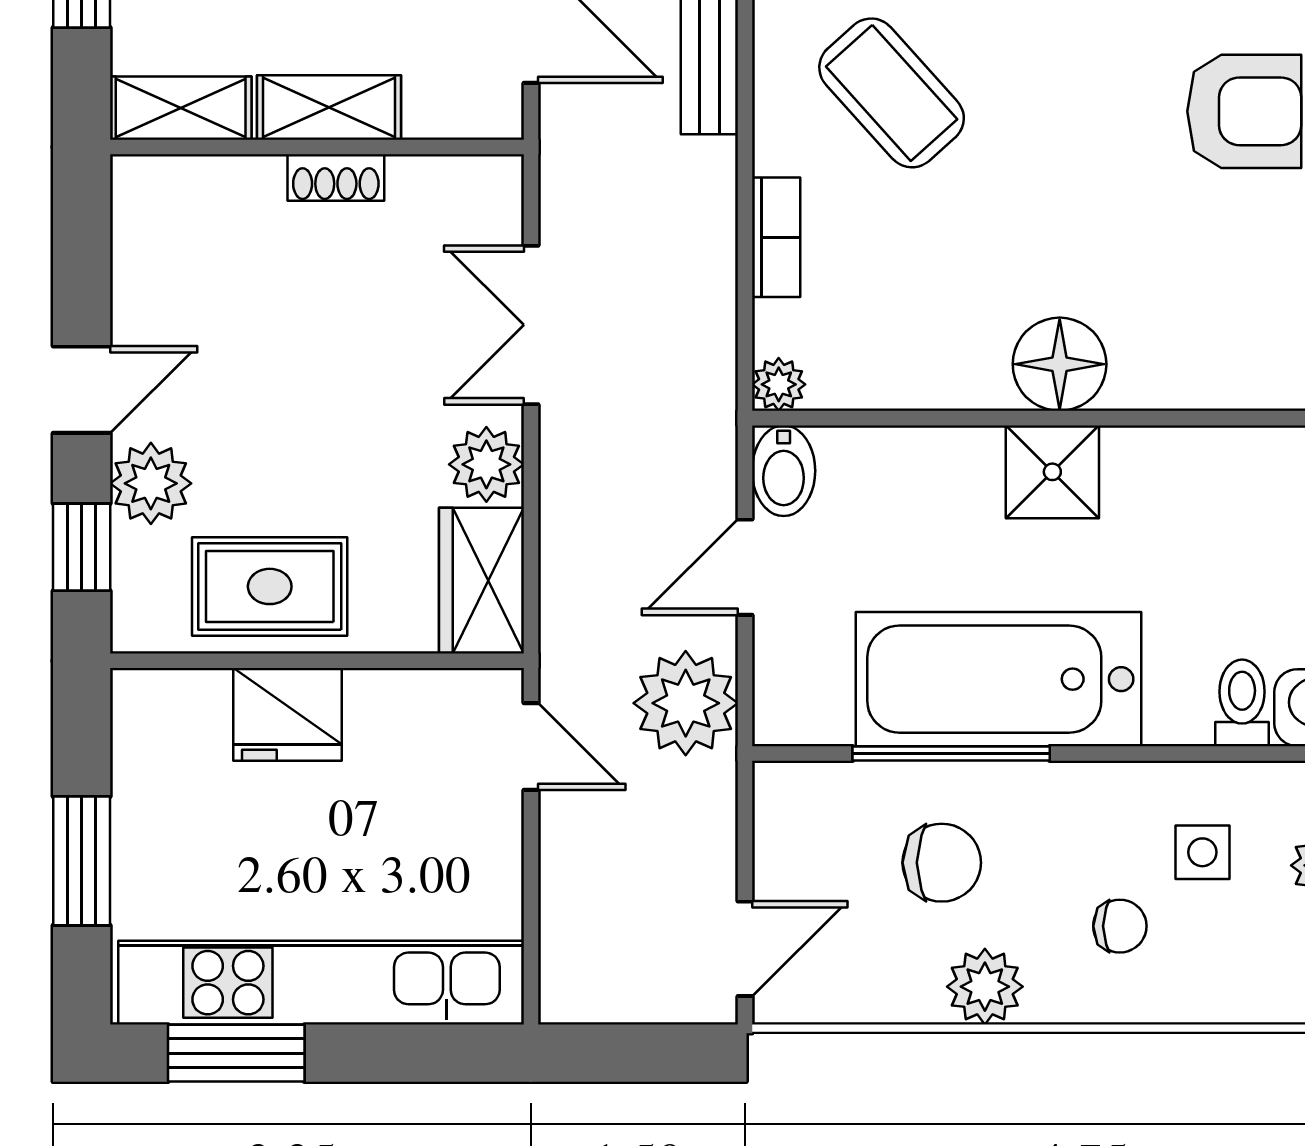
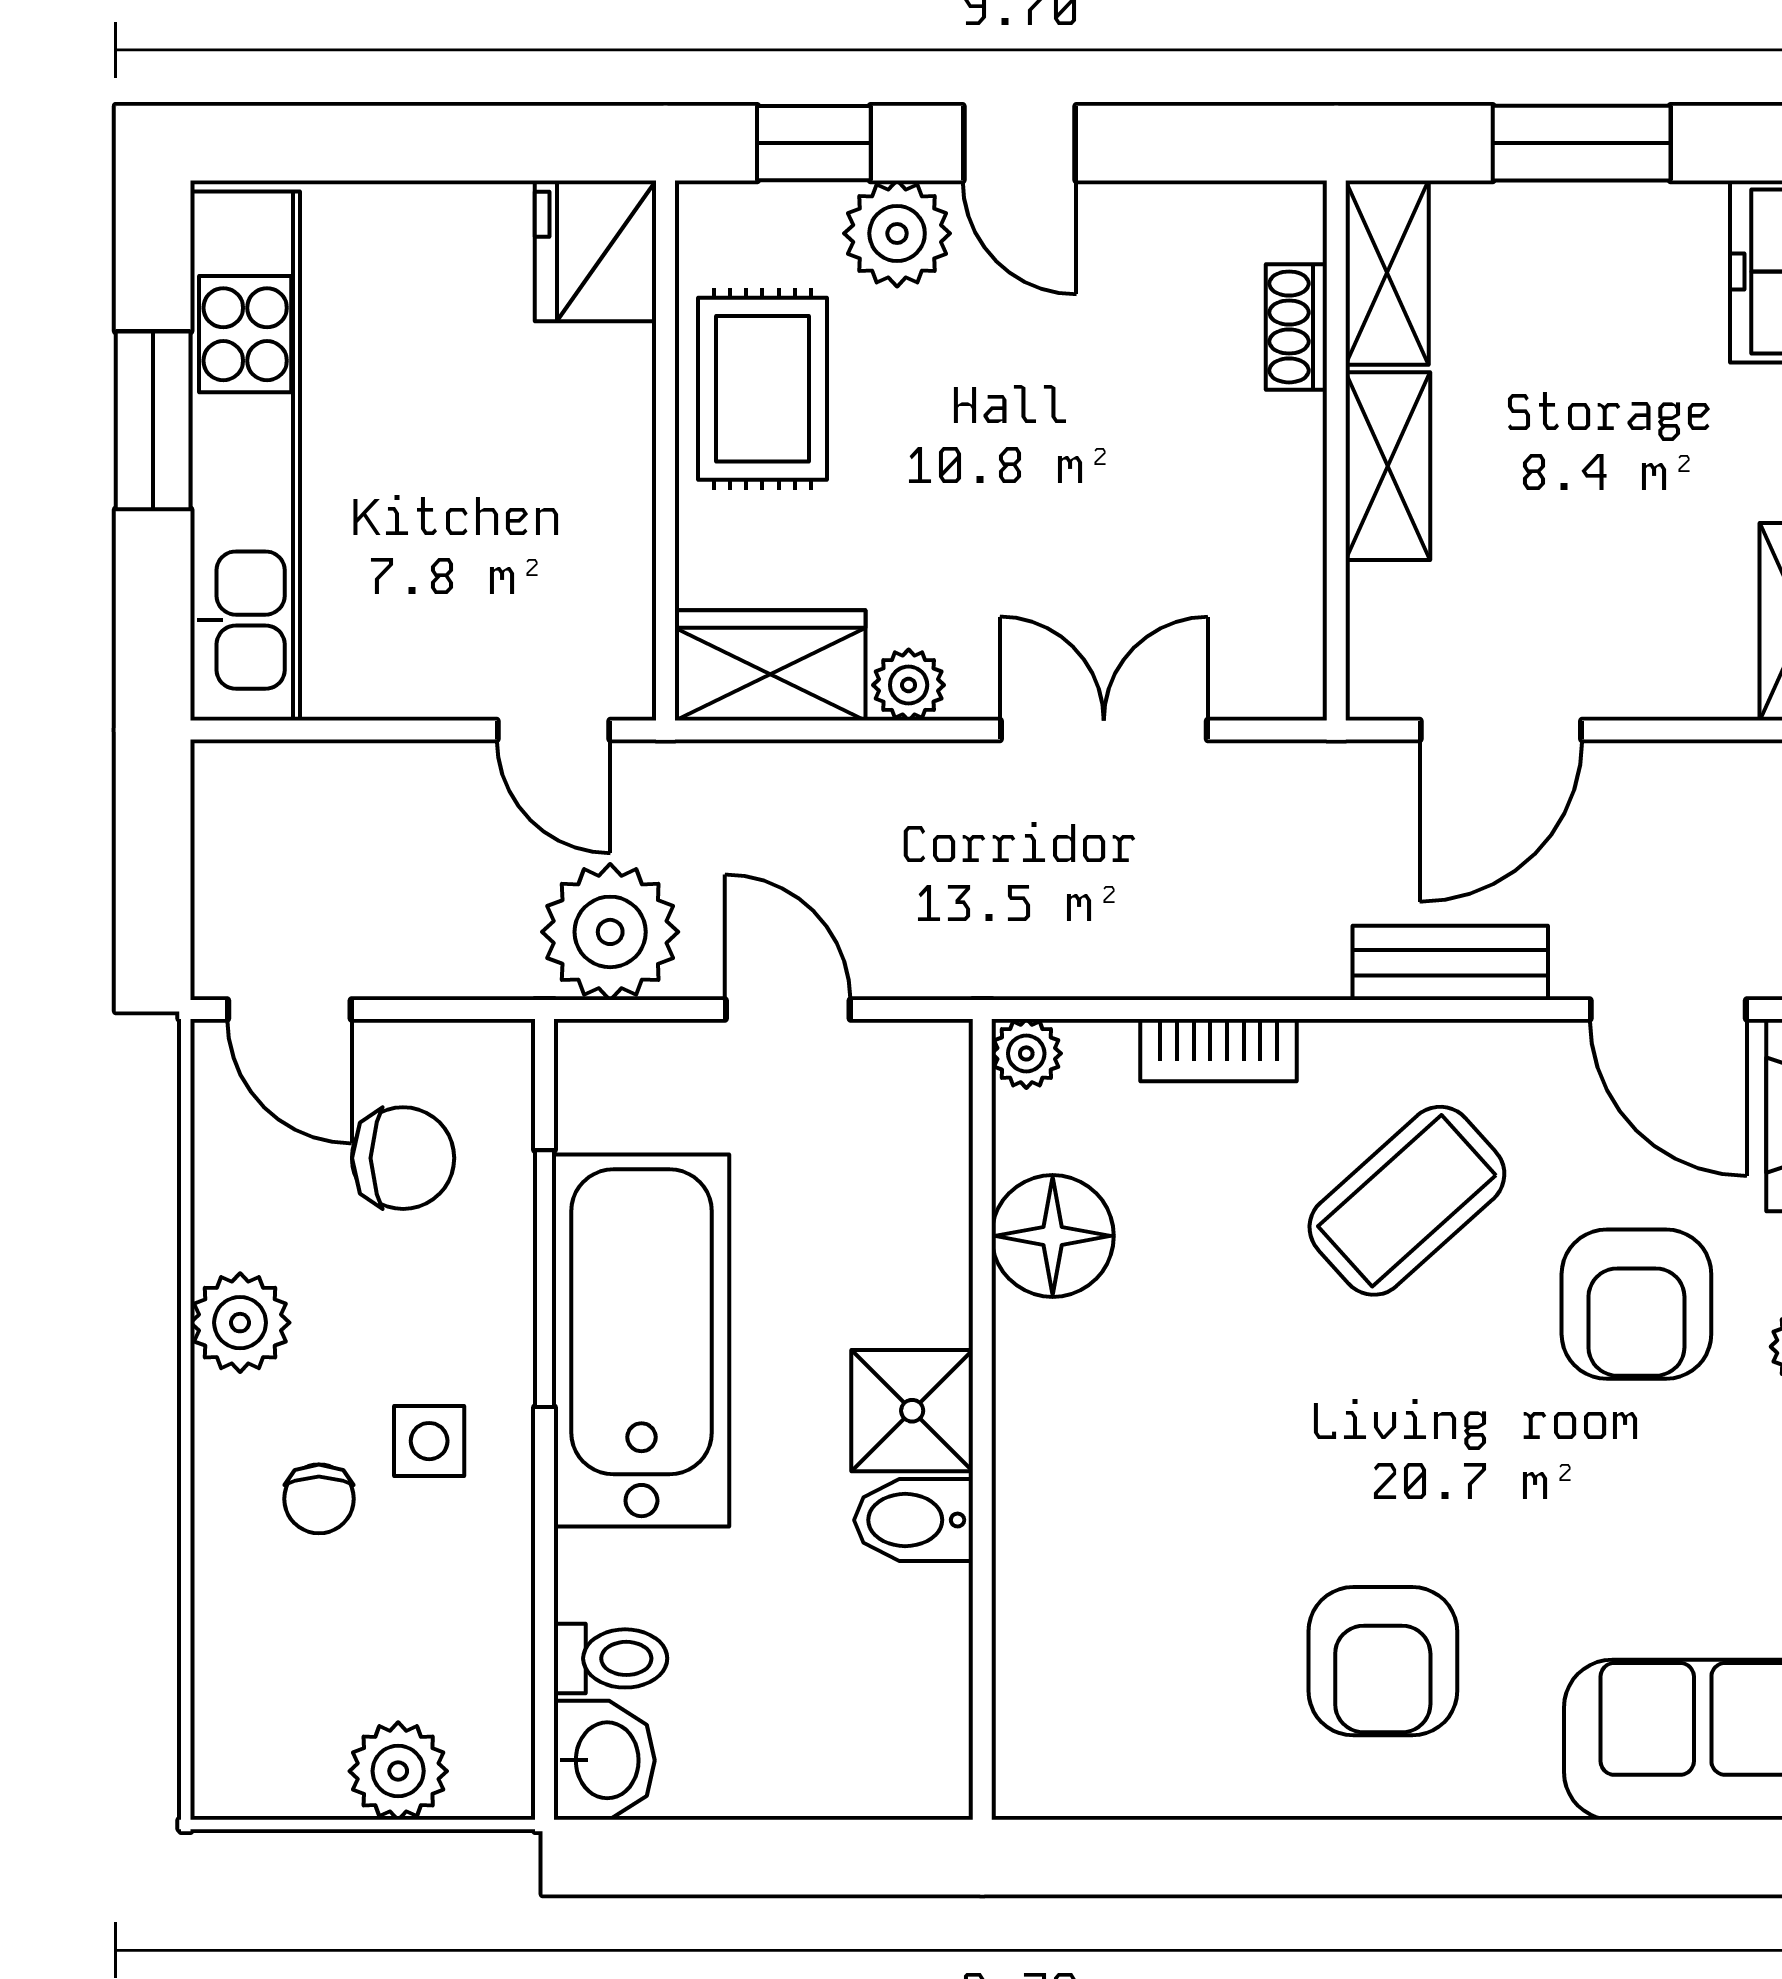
shoe rack: (336, 178) -> (1296, 327), moved
floor lamp: (1060, 364) -> (1053, 1236), moved
plant: (486, 464) -> (909, 685), width x0.73, depth x0.73
bidet: (784, 471) -> (914, 1520), moved
fridge: (287, 714) -> (595, 251), moved
door: (531, 746) -> (554, 730), hinge flipped
side table: (1202, 852) -> (429, 1441), moved
window: (82, 861) -> (404, 143), removed
chair: (942, 863) -> (403, 1158), moved, turned -90
window: (236, 1053) -> (153, 420), moved

